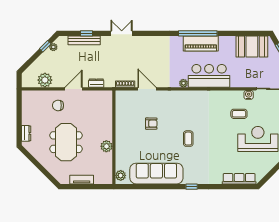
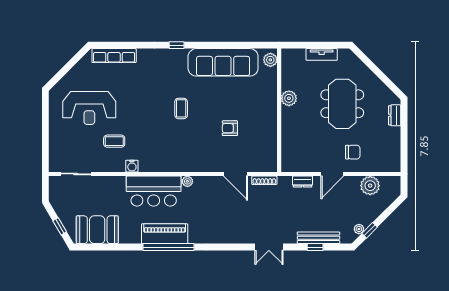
water cooler: (249, 95) -> (132, 166), moved

